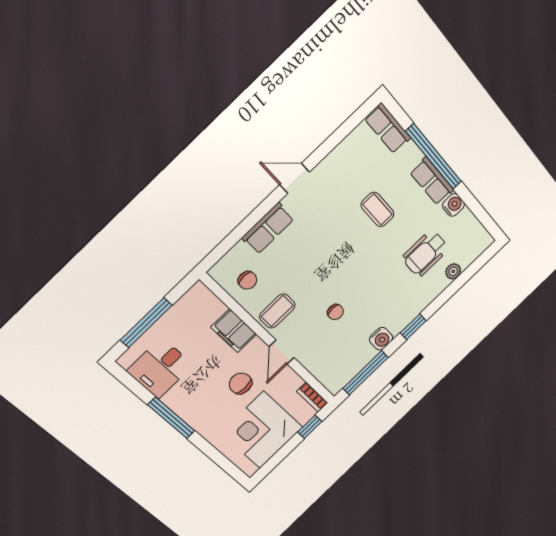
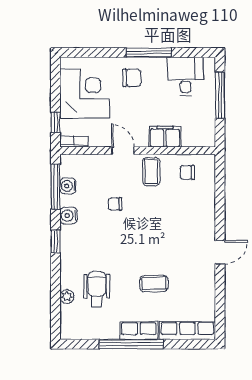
row of seats: (388, 128) -> (187, 331), width x1.48
window: (434, 157) -> (131, 344), moved
water cooler: (453, 205) -> (68, 186), moved, turned 90
row of seats: (268, 228) -> (206, 212), removed
chair: (240, 383) -> (132, 78), moved

